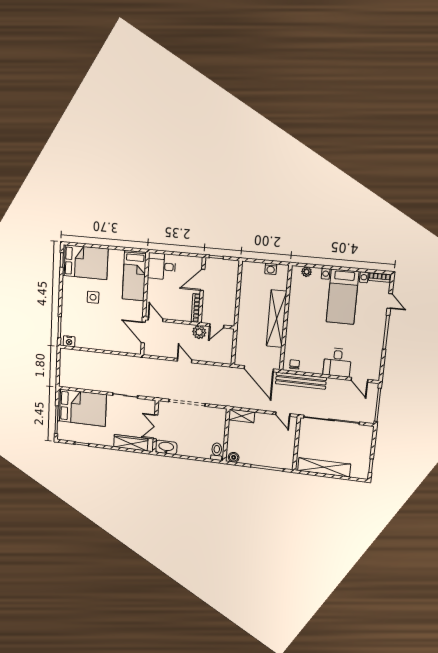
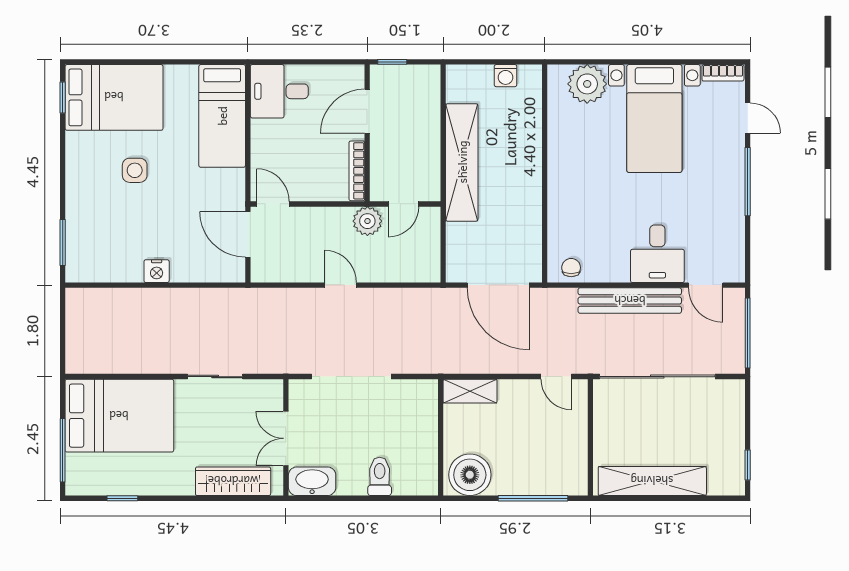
plant: (307, 272) -> (587, 84), width x1.87, depth x1.87
shelving: (277, 319) -> (462, 162), moved
nightstand: (69, 341) -> (157, 271), moved
bench: (301, 381) -> (630, 301), moved
toilet: (217, 452) -> (380, 476), moved
boiler: (234, 457) -> (470, 475), width x1.86, depth x1.86

